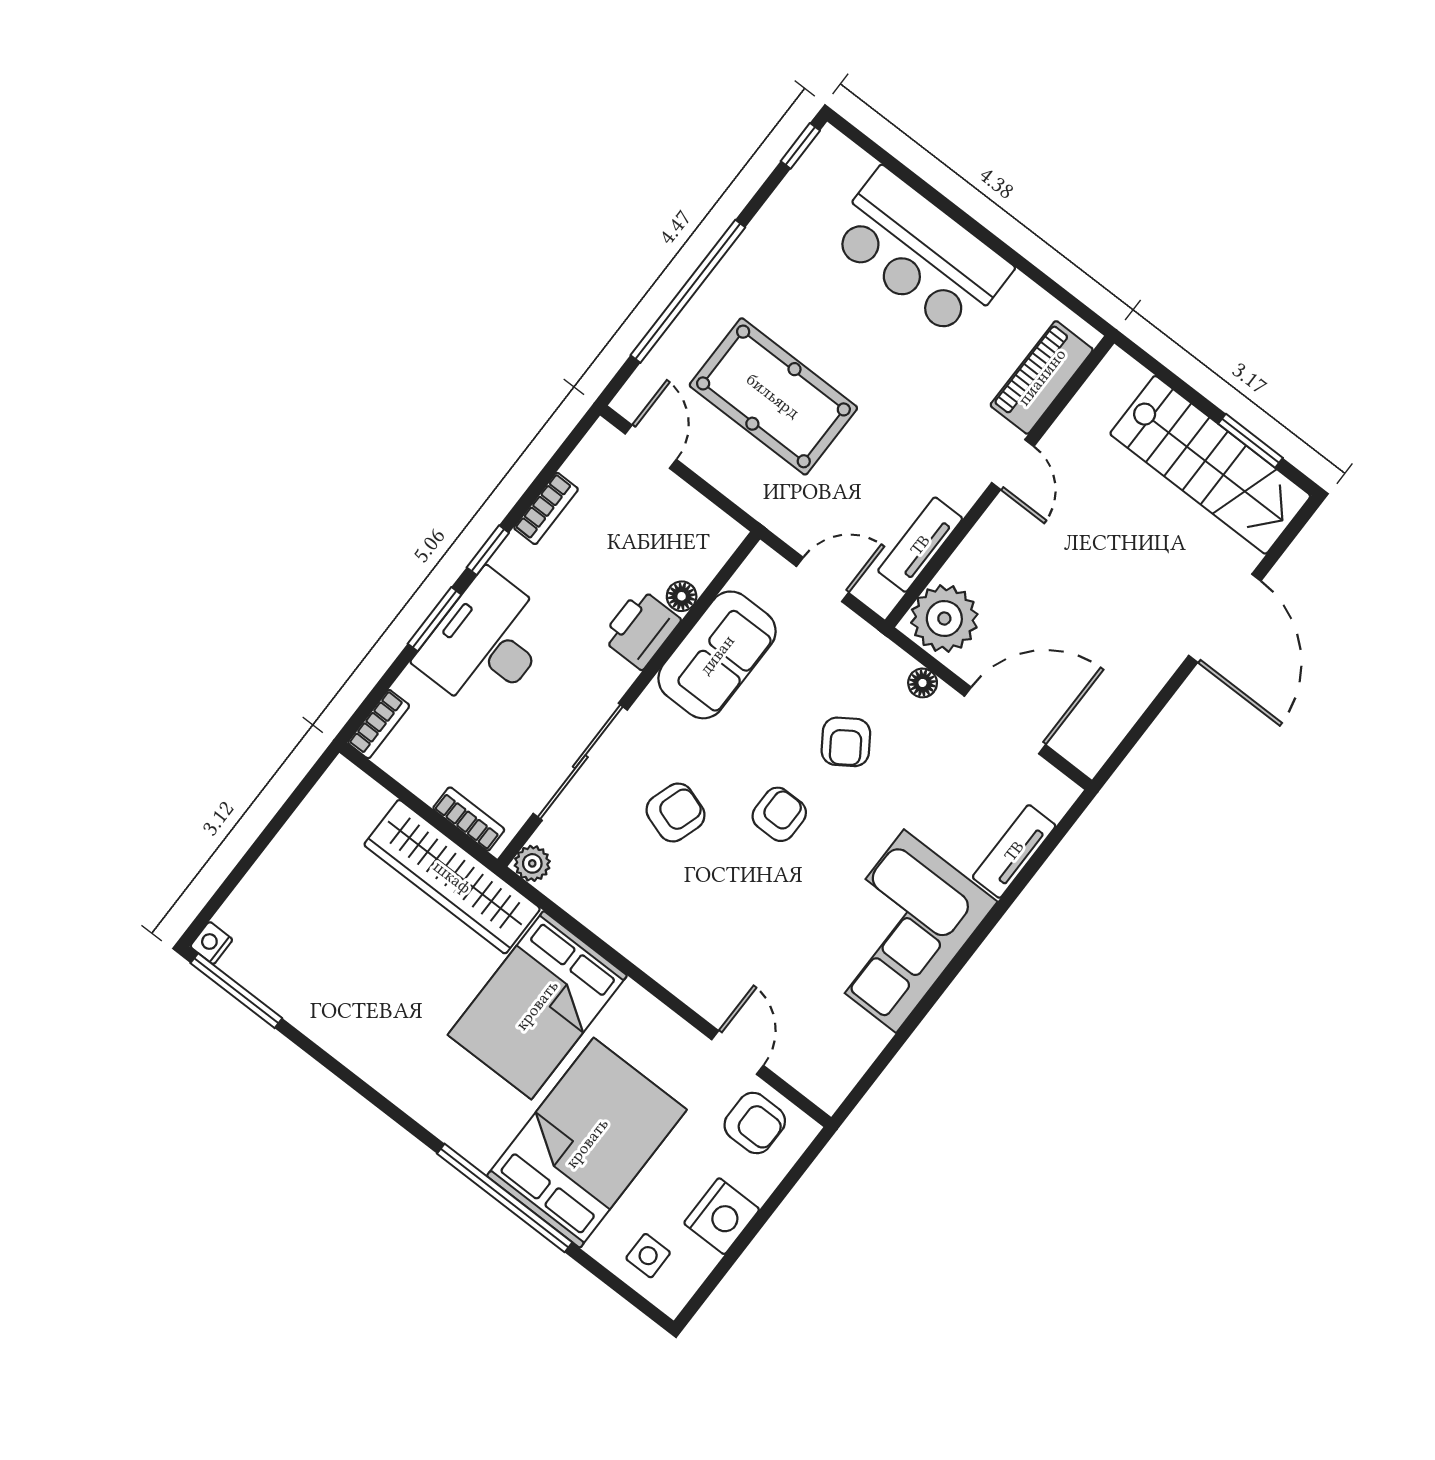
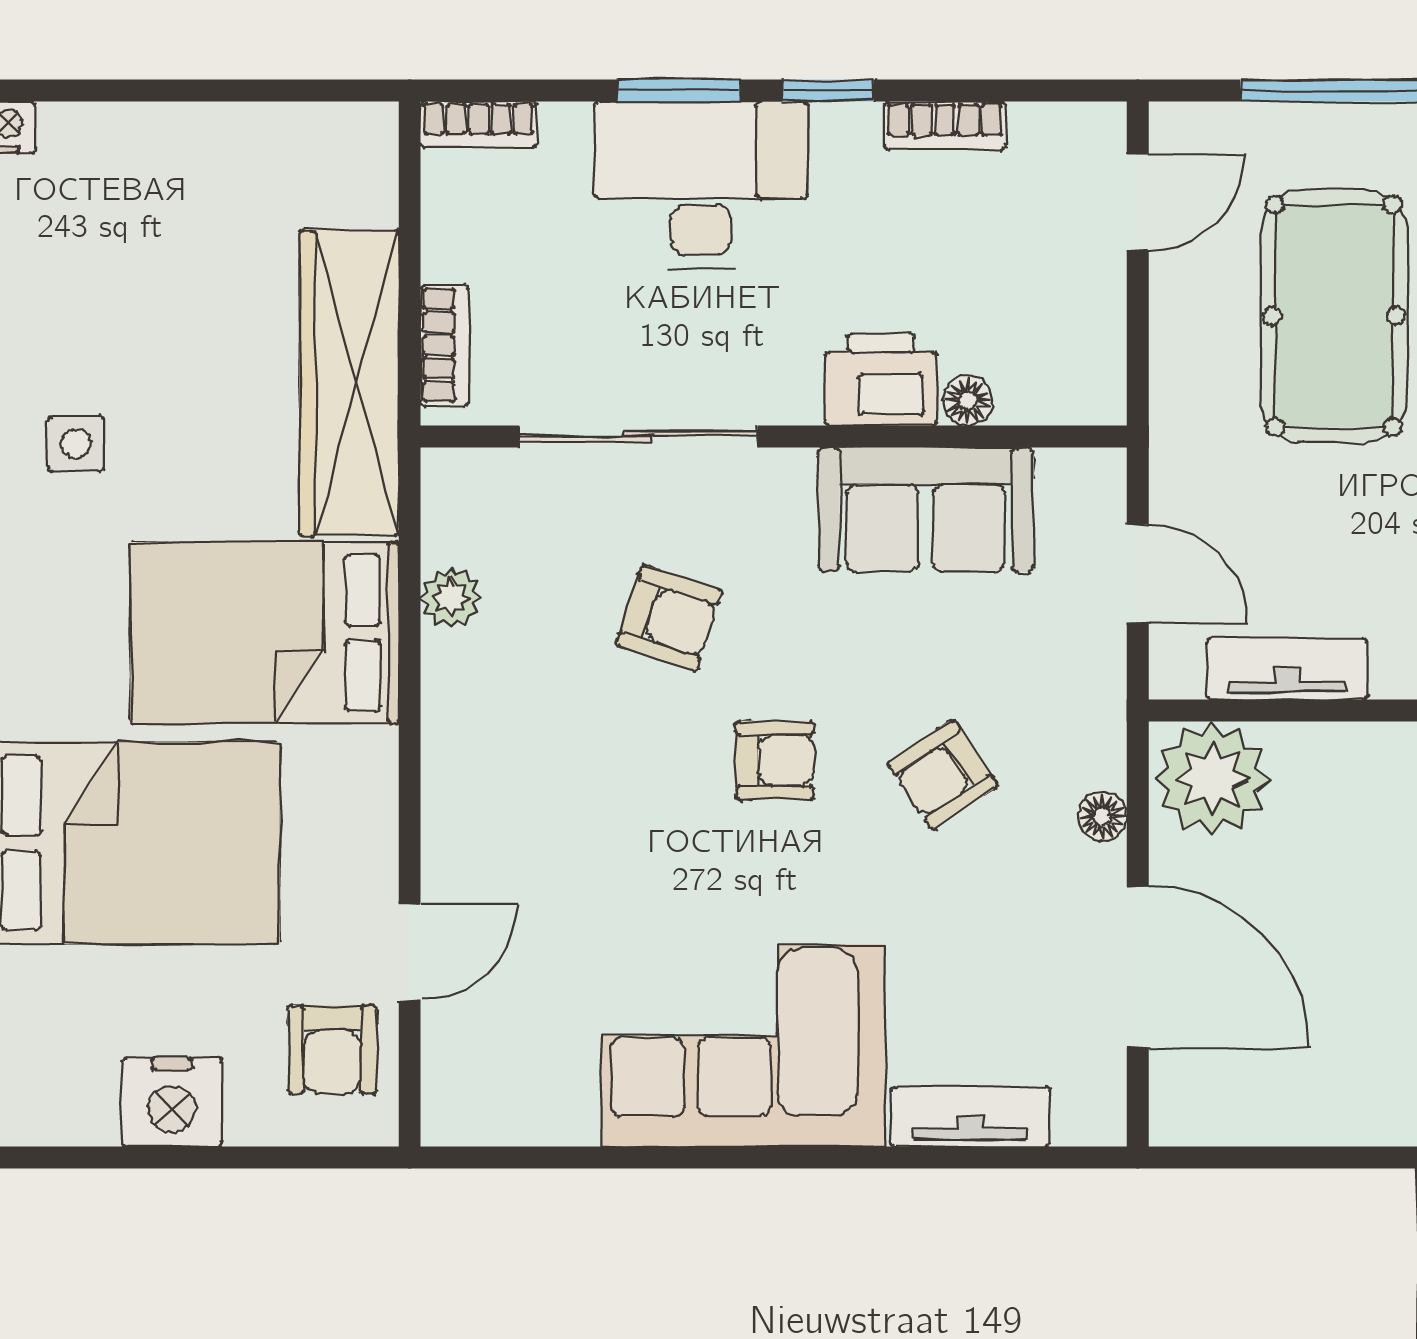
plant: (532, 863) -> (451, 597), moved
side table: (648, 1256) -> (76, 444), moved

